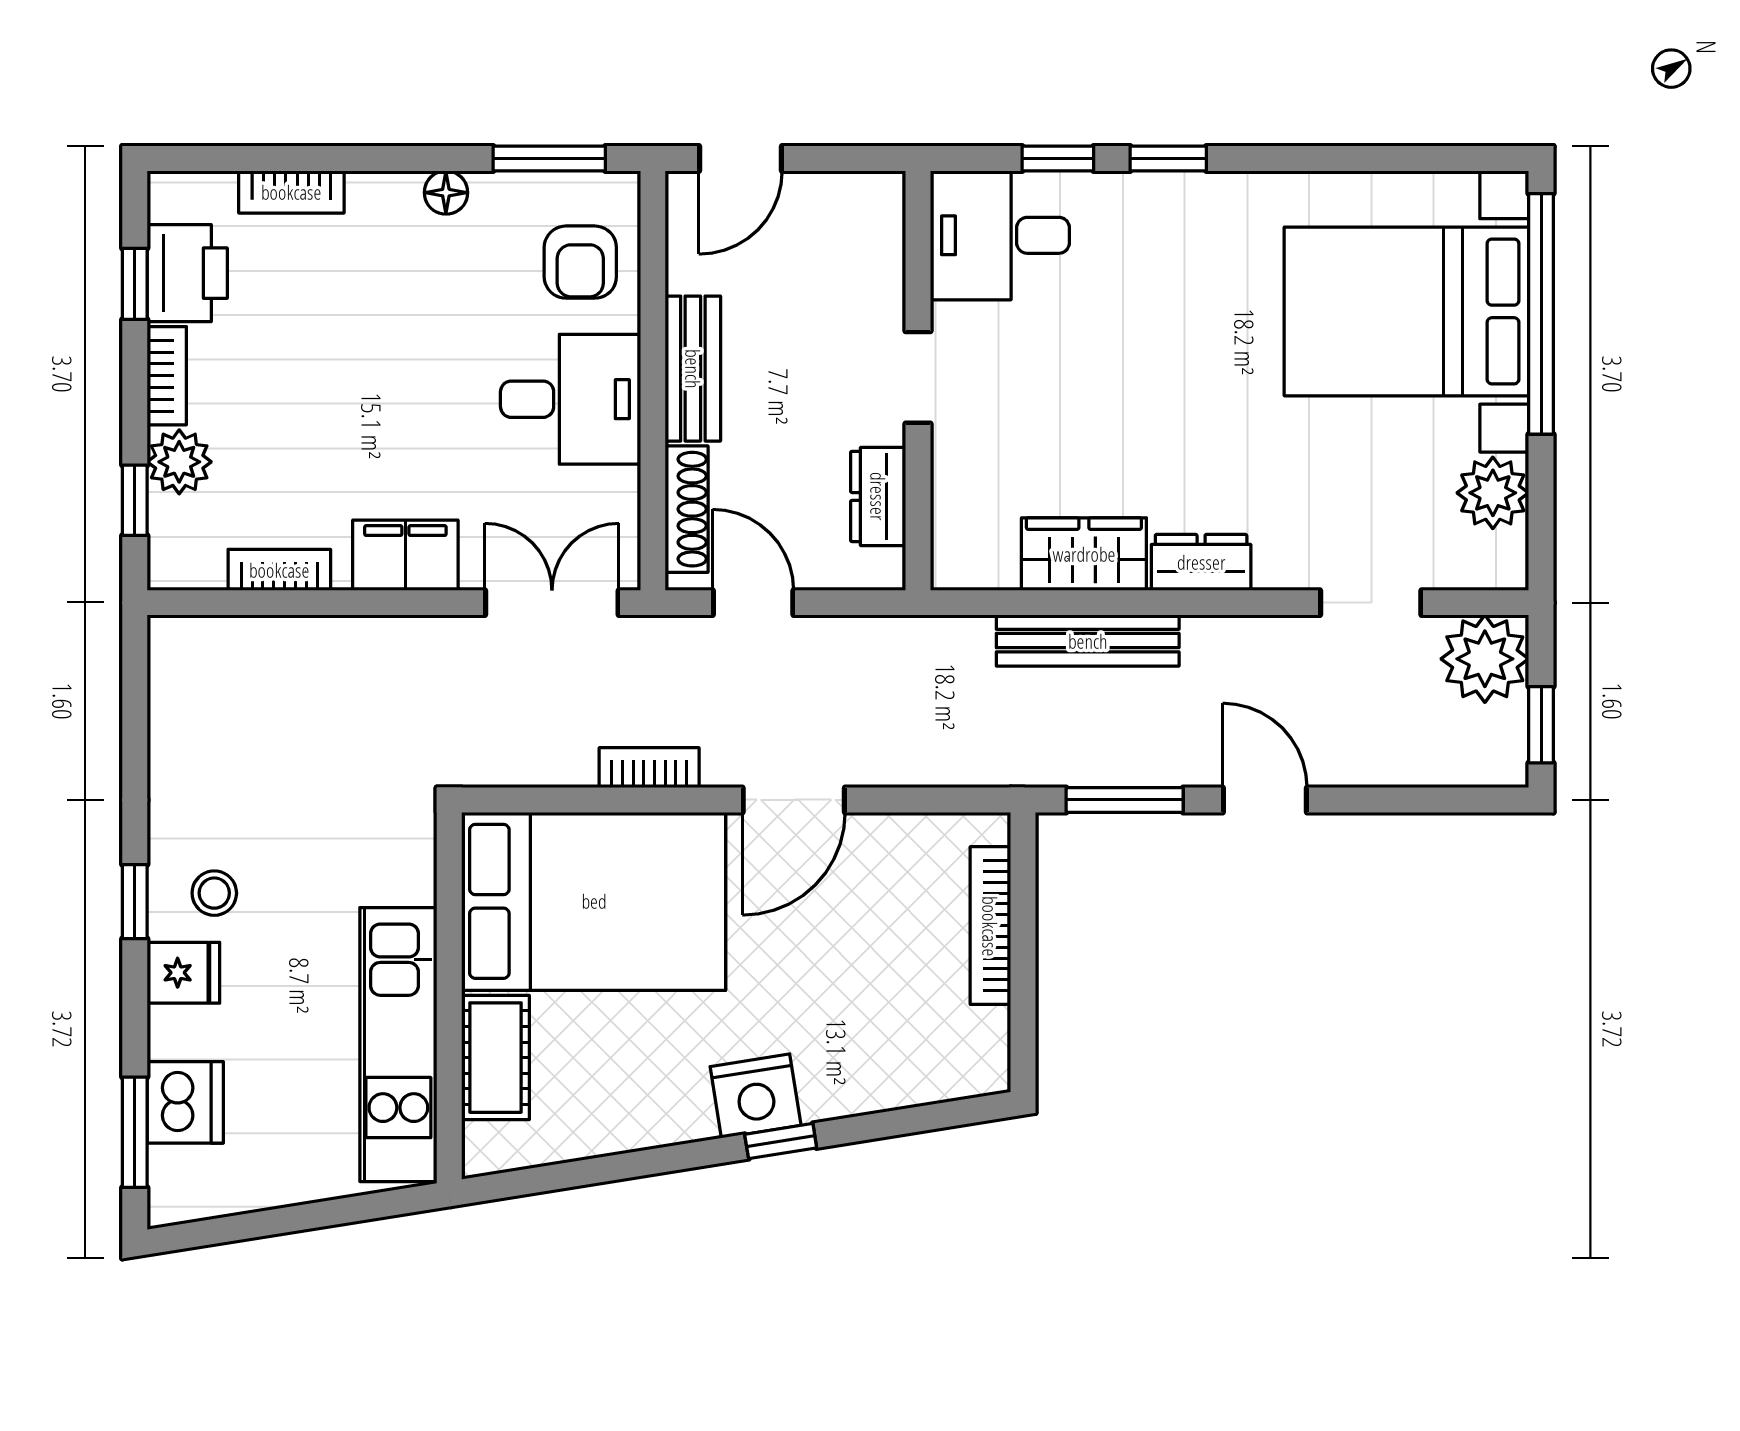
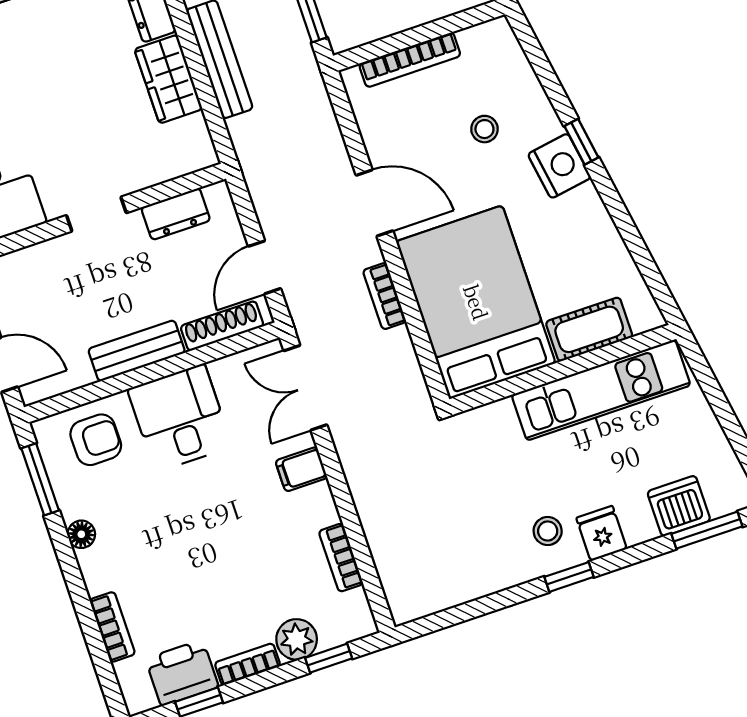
filing cabinet: (405, 555) -> (301, 469), width x0.50
stool: (849, 1002) -> (484, 129), added

